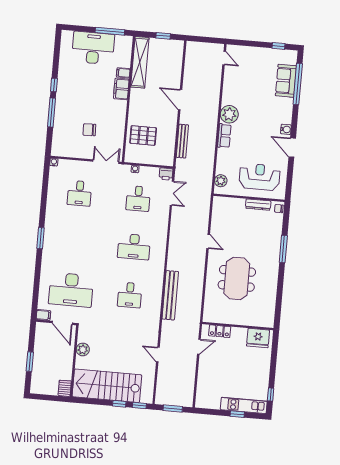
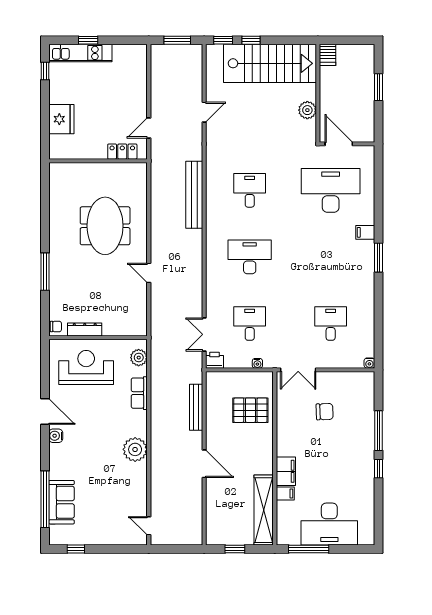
row of seats: (224, 136) -> (139, 393), moved
reception desk: (260, 177) -> (86, 367), turned 180
filing cabinet: (43, 315) -> (365, 232), moved
fridge: (258, 338) -> (61, 119), moved, turned 90
door: (158, 355) -> (204, 112), hinge flipped

